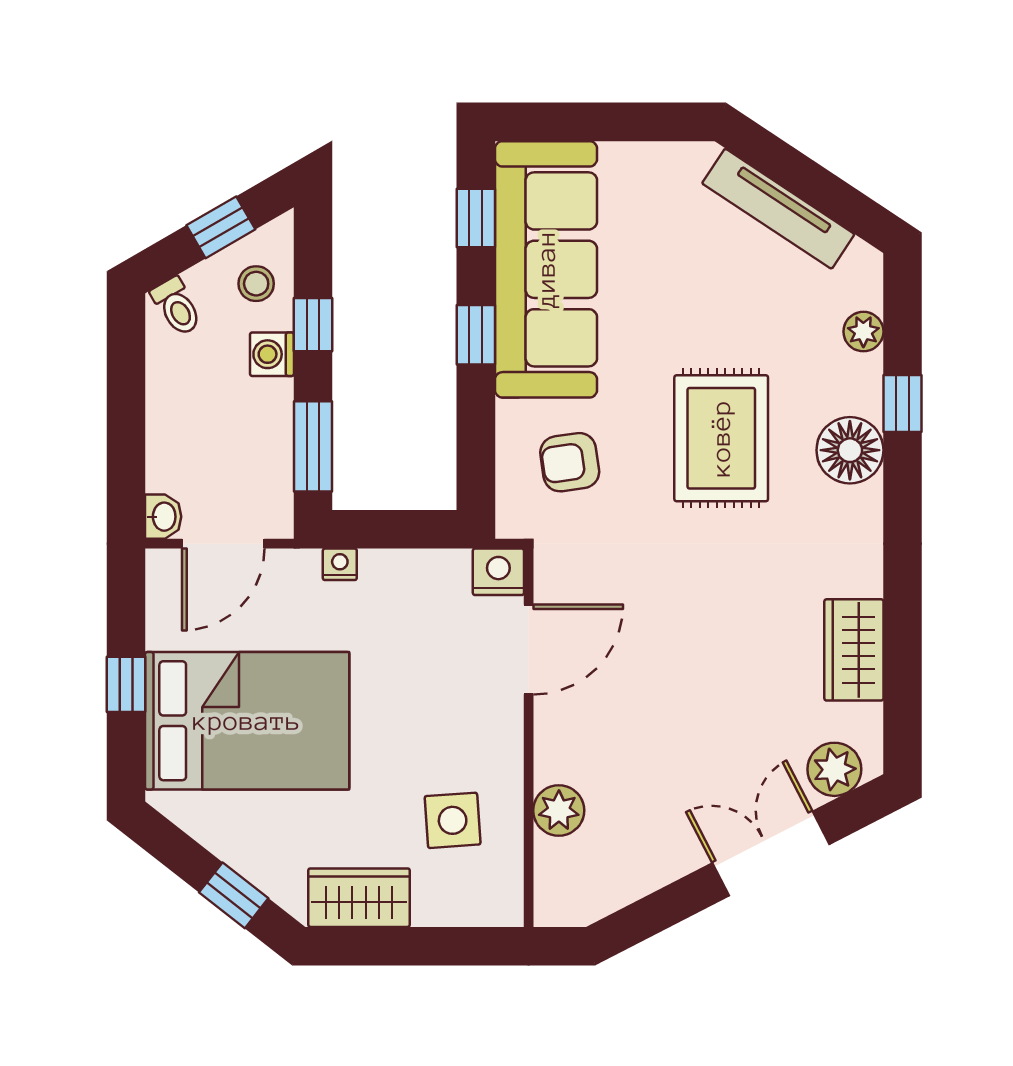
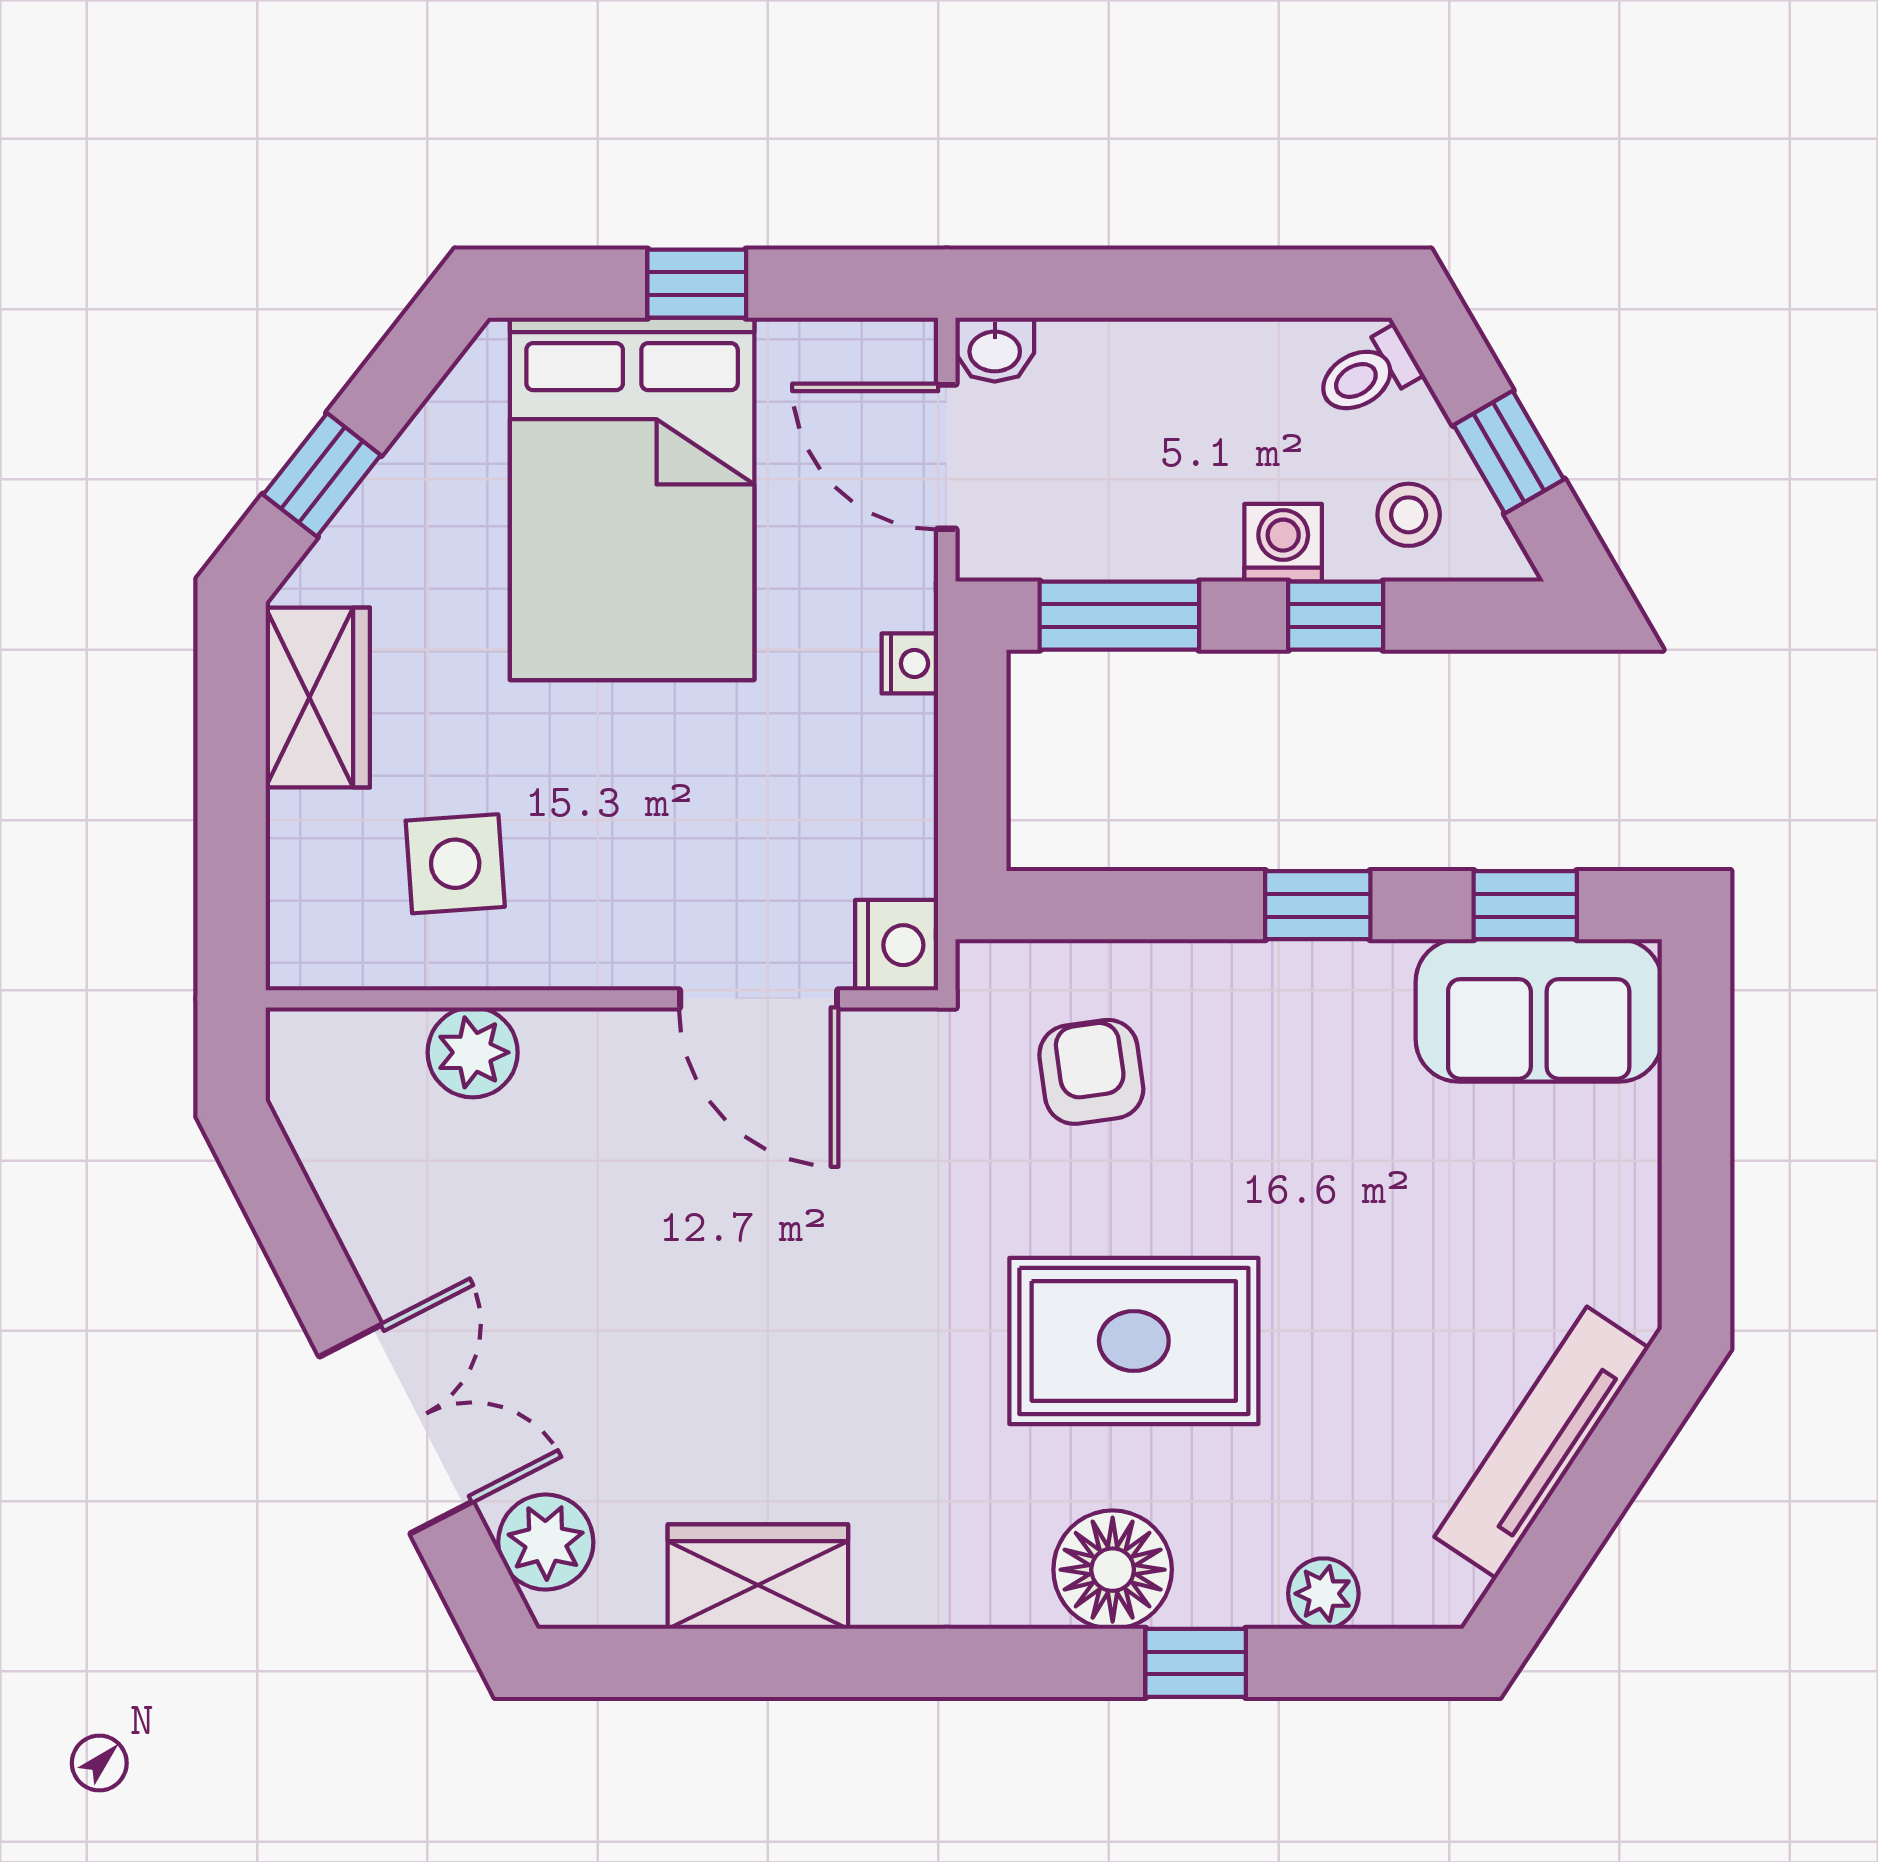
sofa: (546, 269) -> (1539, 1010), width x0.54, depth x0.79

